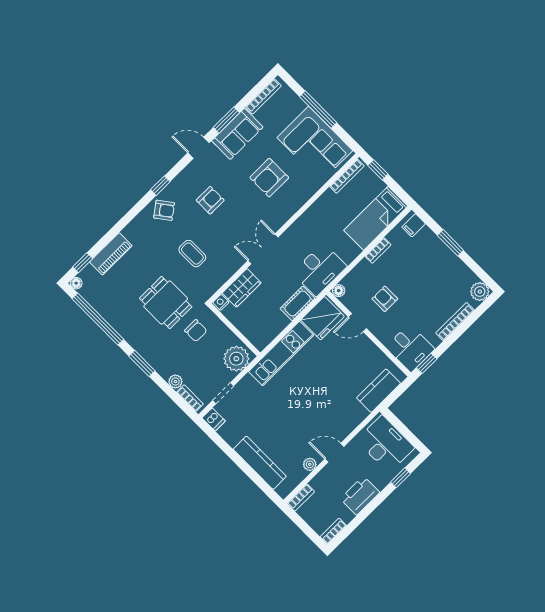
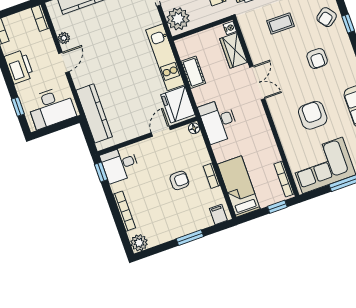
armchair: (385, 299) -> (179, 180), moved
cot: (298, 303) -> (193, 72), moved
kitchen counter: (379, 391) -> (94, 113), width x1.50

